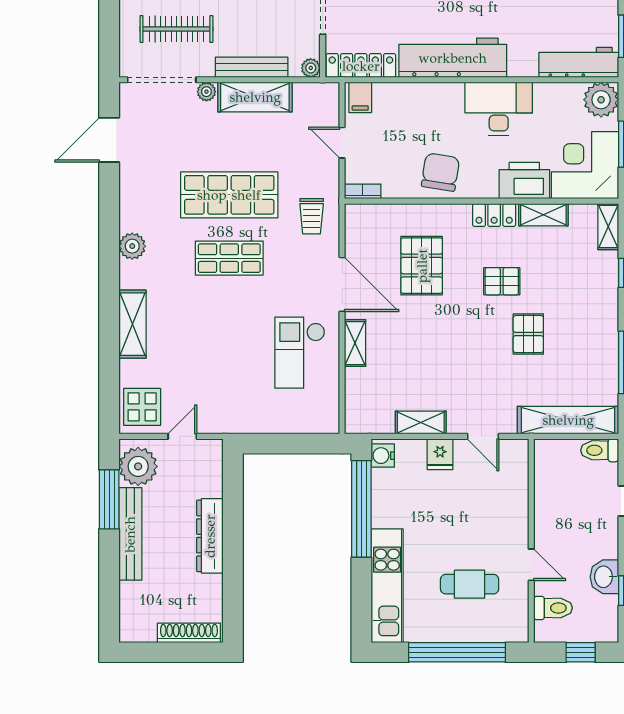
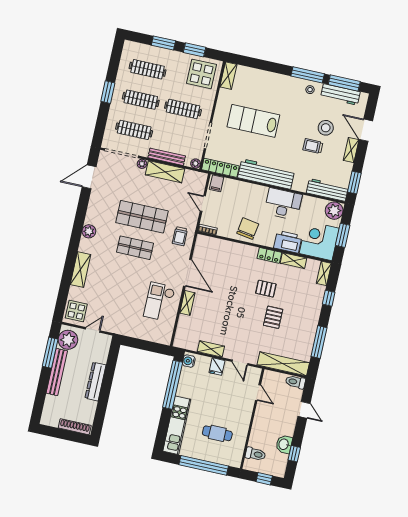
pallet: (422, 266) -> (228, 272), removed
door: (531, 565) -> (258, 393), moved

